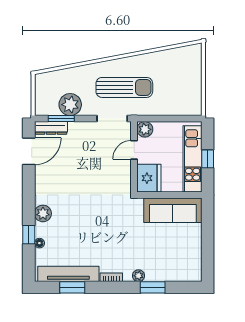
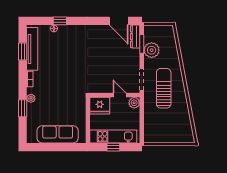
sun lounger: (124, 87) -> (164, 88), turned 180
sofa: (173, 210) -> (58, 134), moved, turned 90
plant: (43, 213) -> (75, 31), removed

